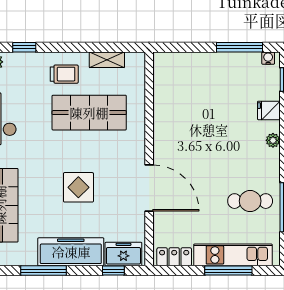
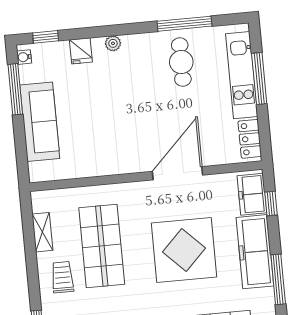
sofa: (208, 67) -> (40, 122), added
display table: (78, 187) -> (184, 250), width x1.86, depth x1.86

